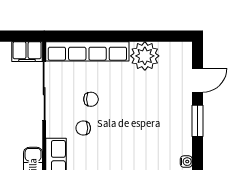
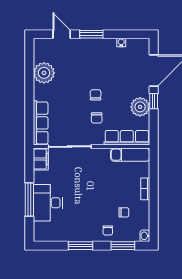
row of seats: (87, 51) -> (41, 123), width x0.73
chair: (91, 99) -> (96, 95), moved

